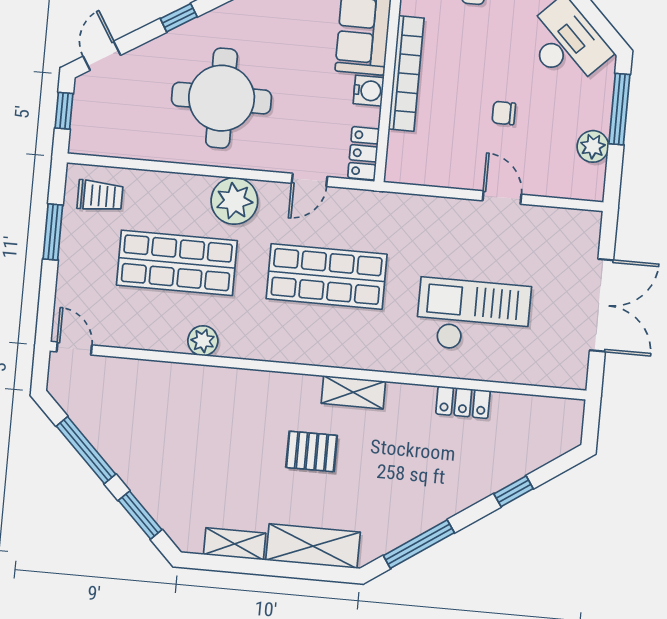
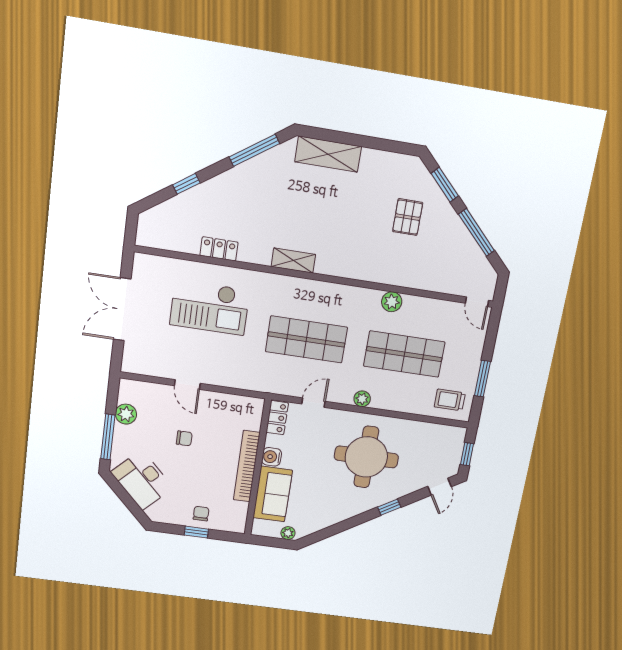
plant: (234, 201) -> (362, 399), width x0.53, depth x0.53
pallet: (312, 451) -> (408, 217), moved, turned 90
shelving: (235, 544) -> (382, 160), removed

